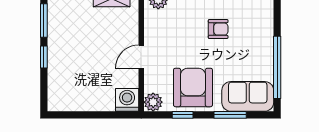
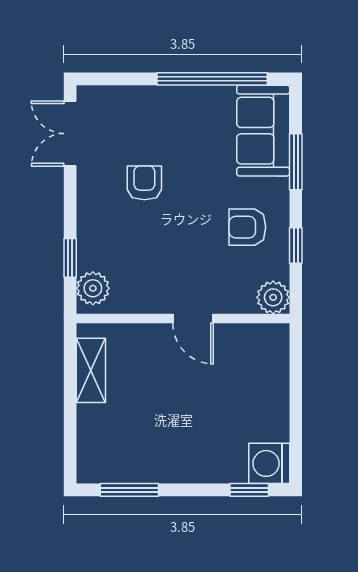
window: (44, 57) -> (249, 490), moved
armchair: (193, 87) -> (247, 227), width x0.53, depth x0.53
washing machine: (127, 100) -> (269, 463), moved

